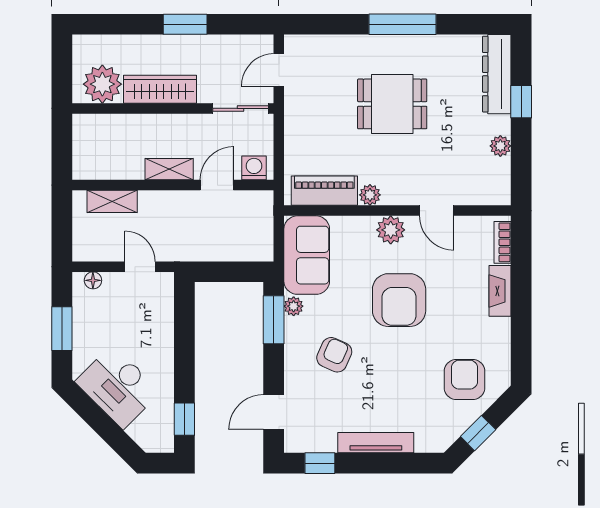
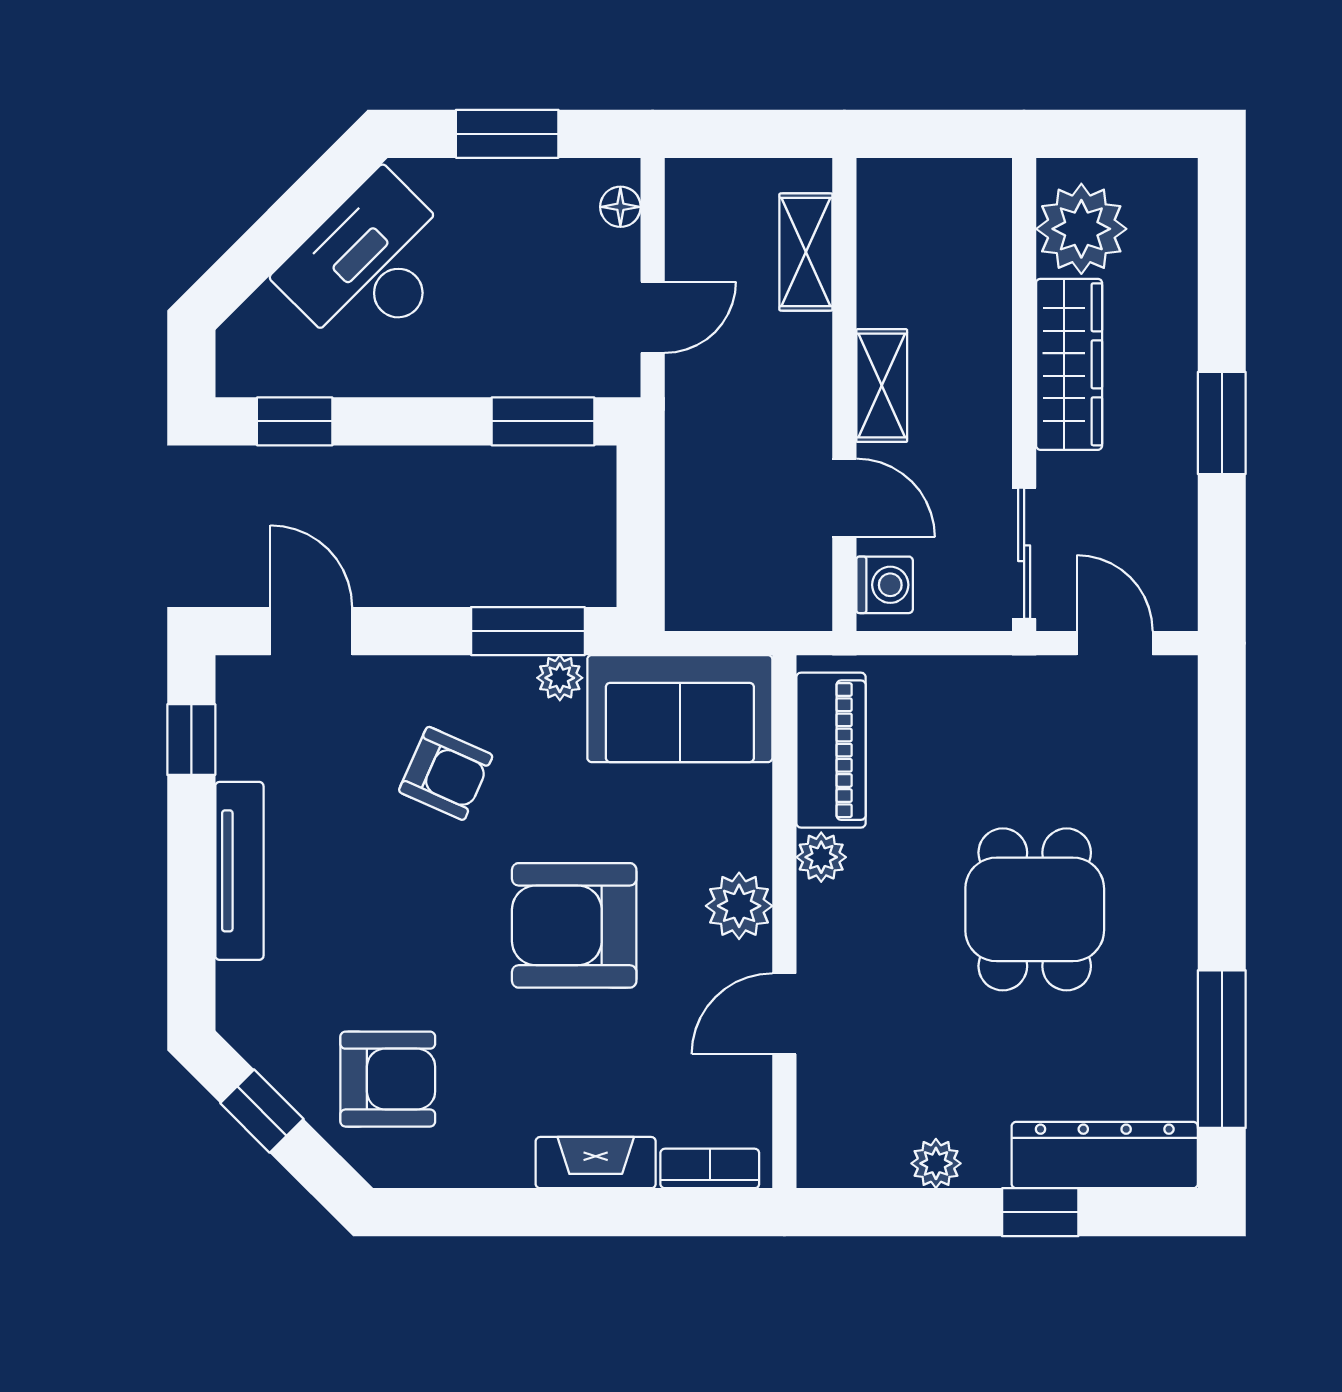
window: (403, 24) -> (1222, 1049), moved
window: (184, 313) -> (543, 421), added

